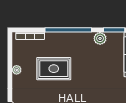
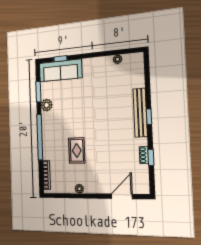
rug: (54, 69) -> (77, 150), width x0.73, depth x0.70

